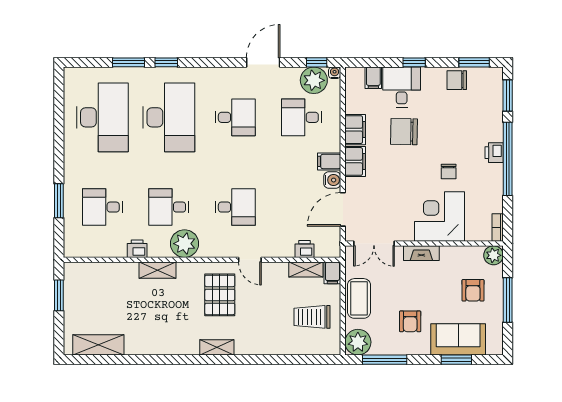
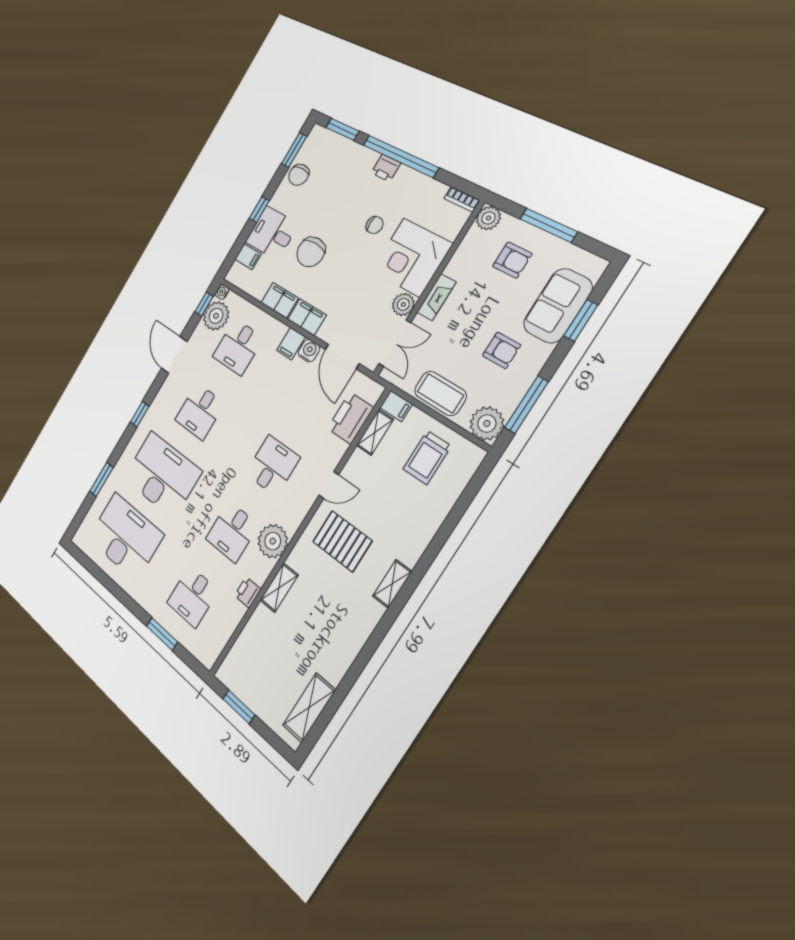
window: (166, 62) -> (140, 414), moved
desk: (235, 117) -> (200, 411), turned 180
plant: (404, 232) -> (403, 304), added
printer: (305, 249) -> (350, 418), width x1.87, depth x1.48

